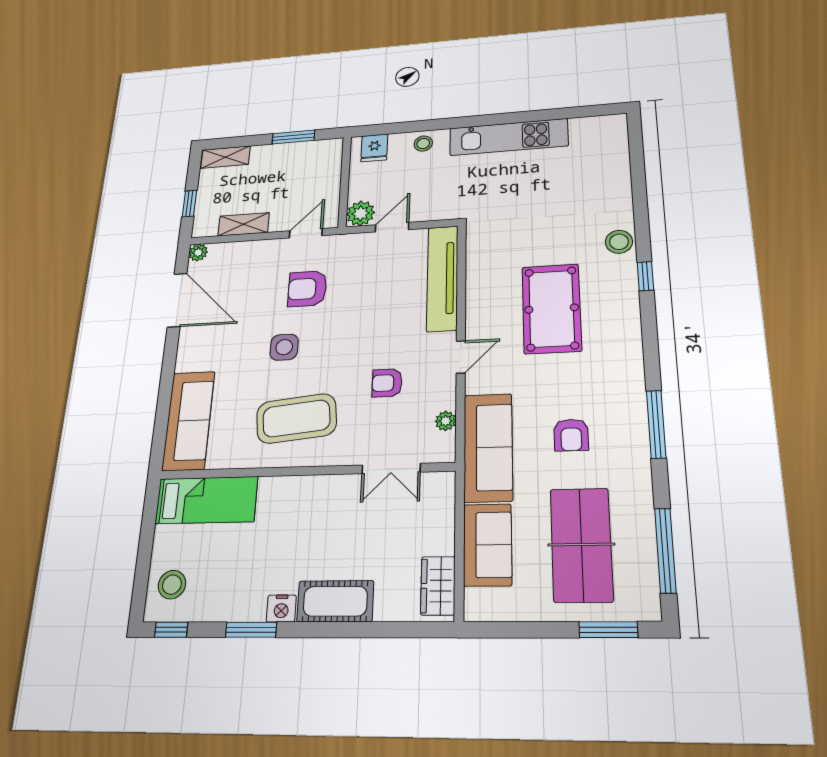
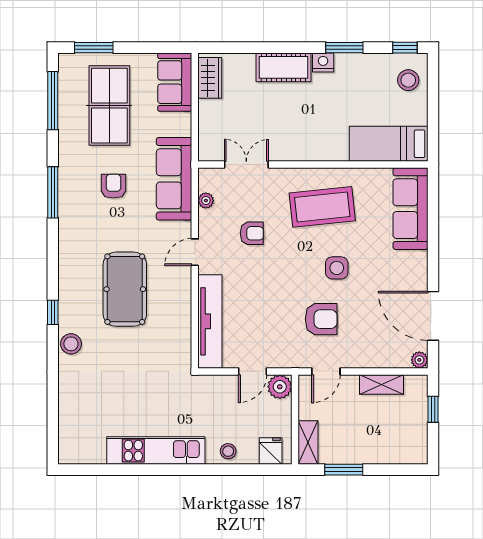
shelving: (225, 157) -> (308, 442), moved, turned 90
sofa: (488, 545) -> (175, 82), moved

